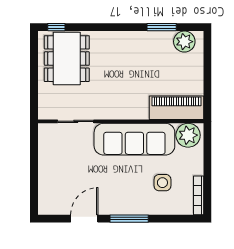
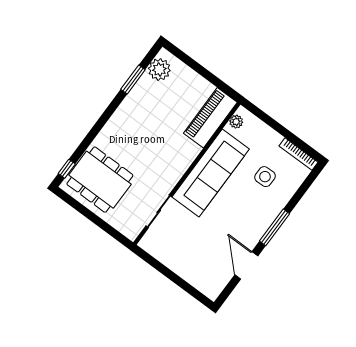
plant: (188, 135) -> (236, 122), width x0.53, depth x0.53

